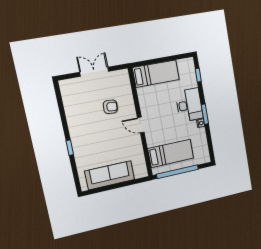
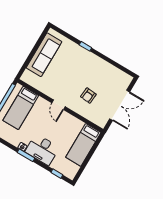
double door: (94, 72) -> (120, 105), width x1.37
door: (141, 125) -> (59, 105), swing flipped

